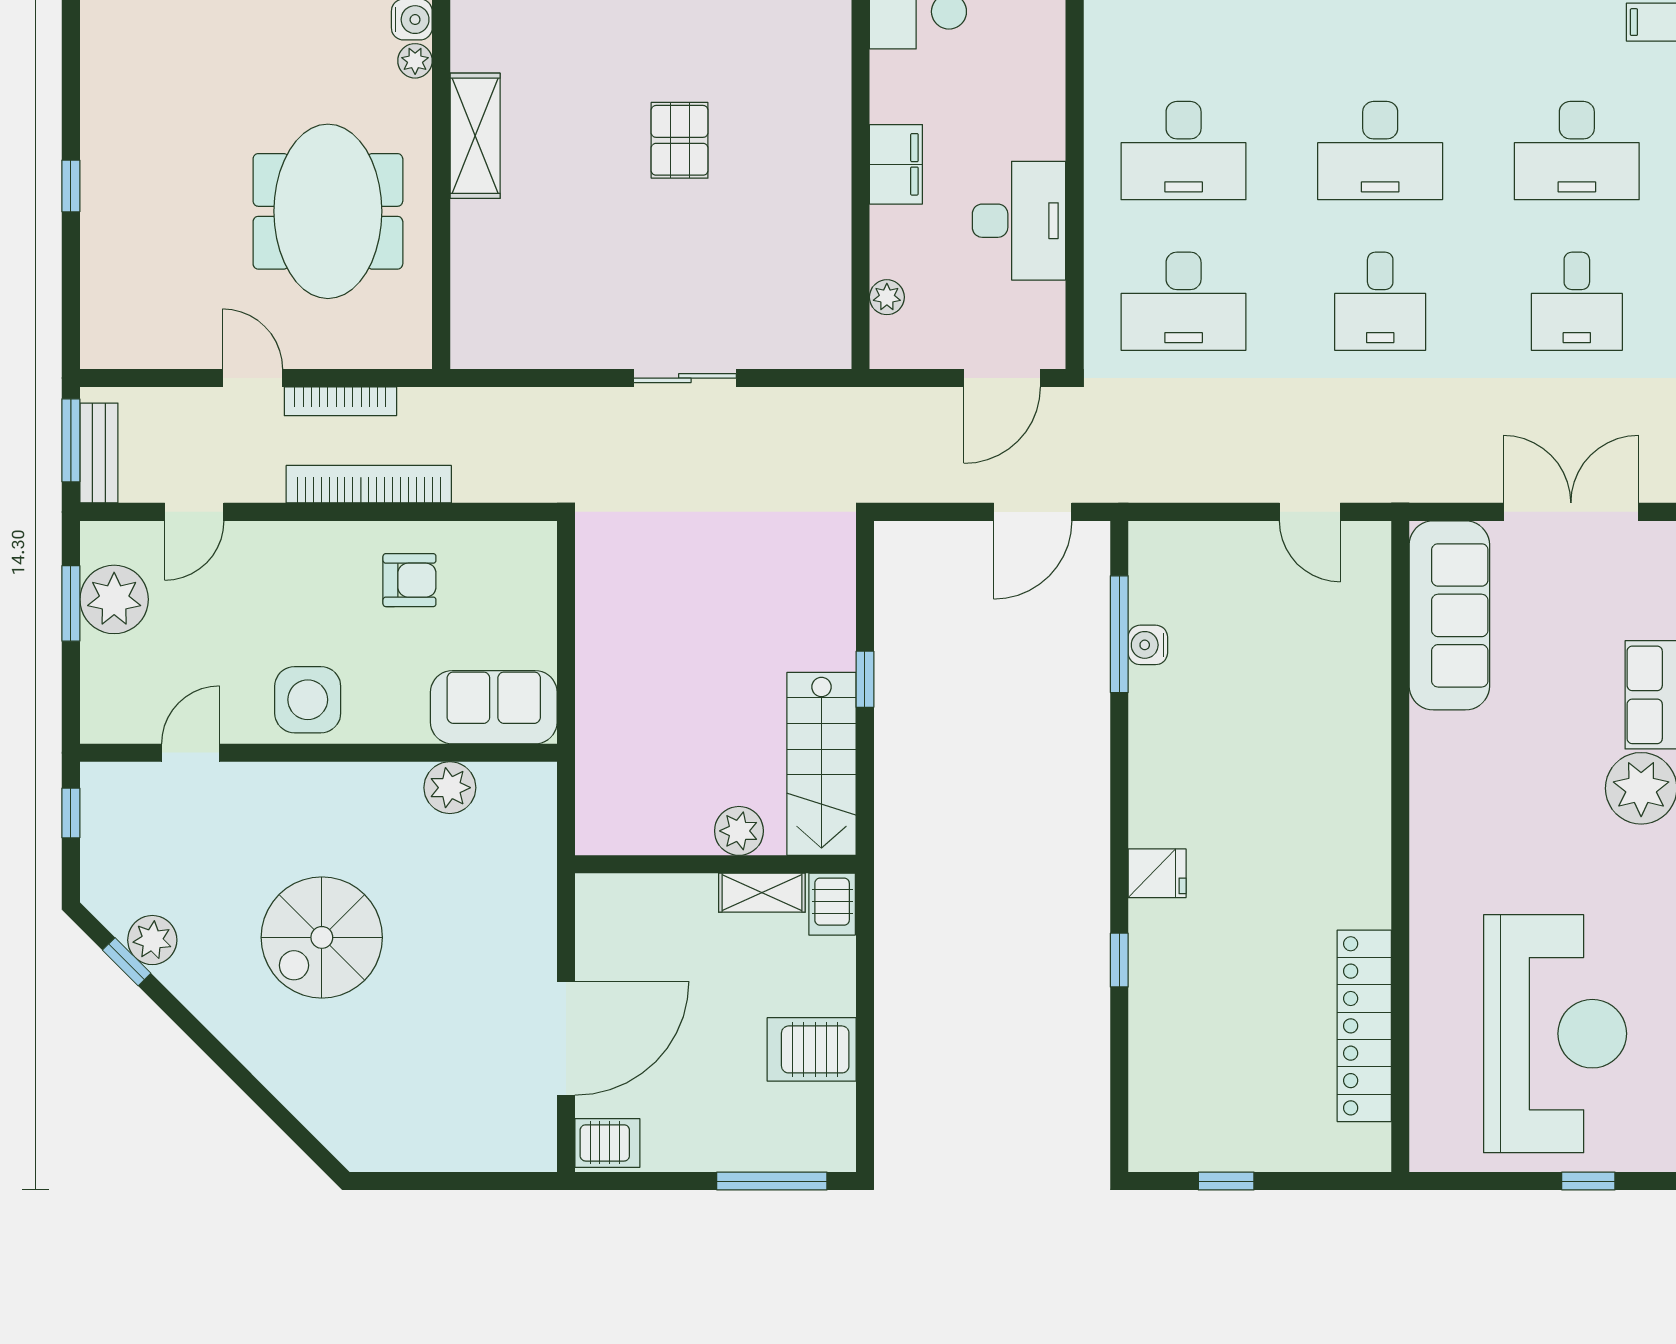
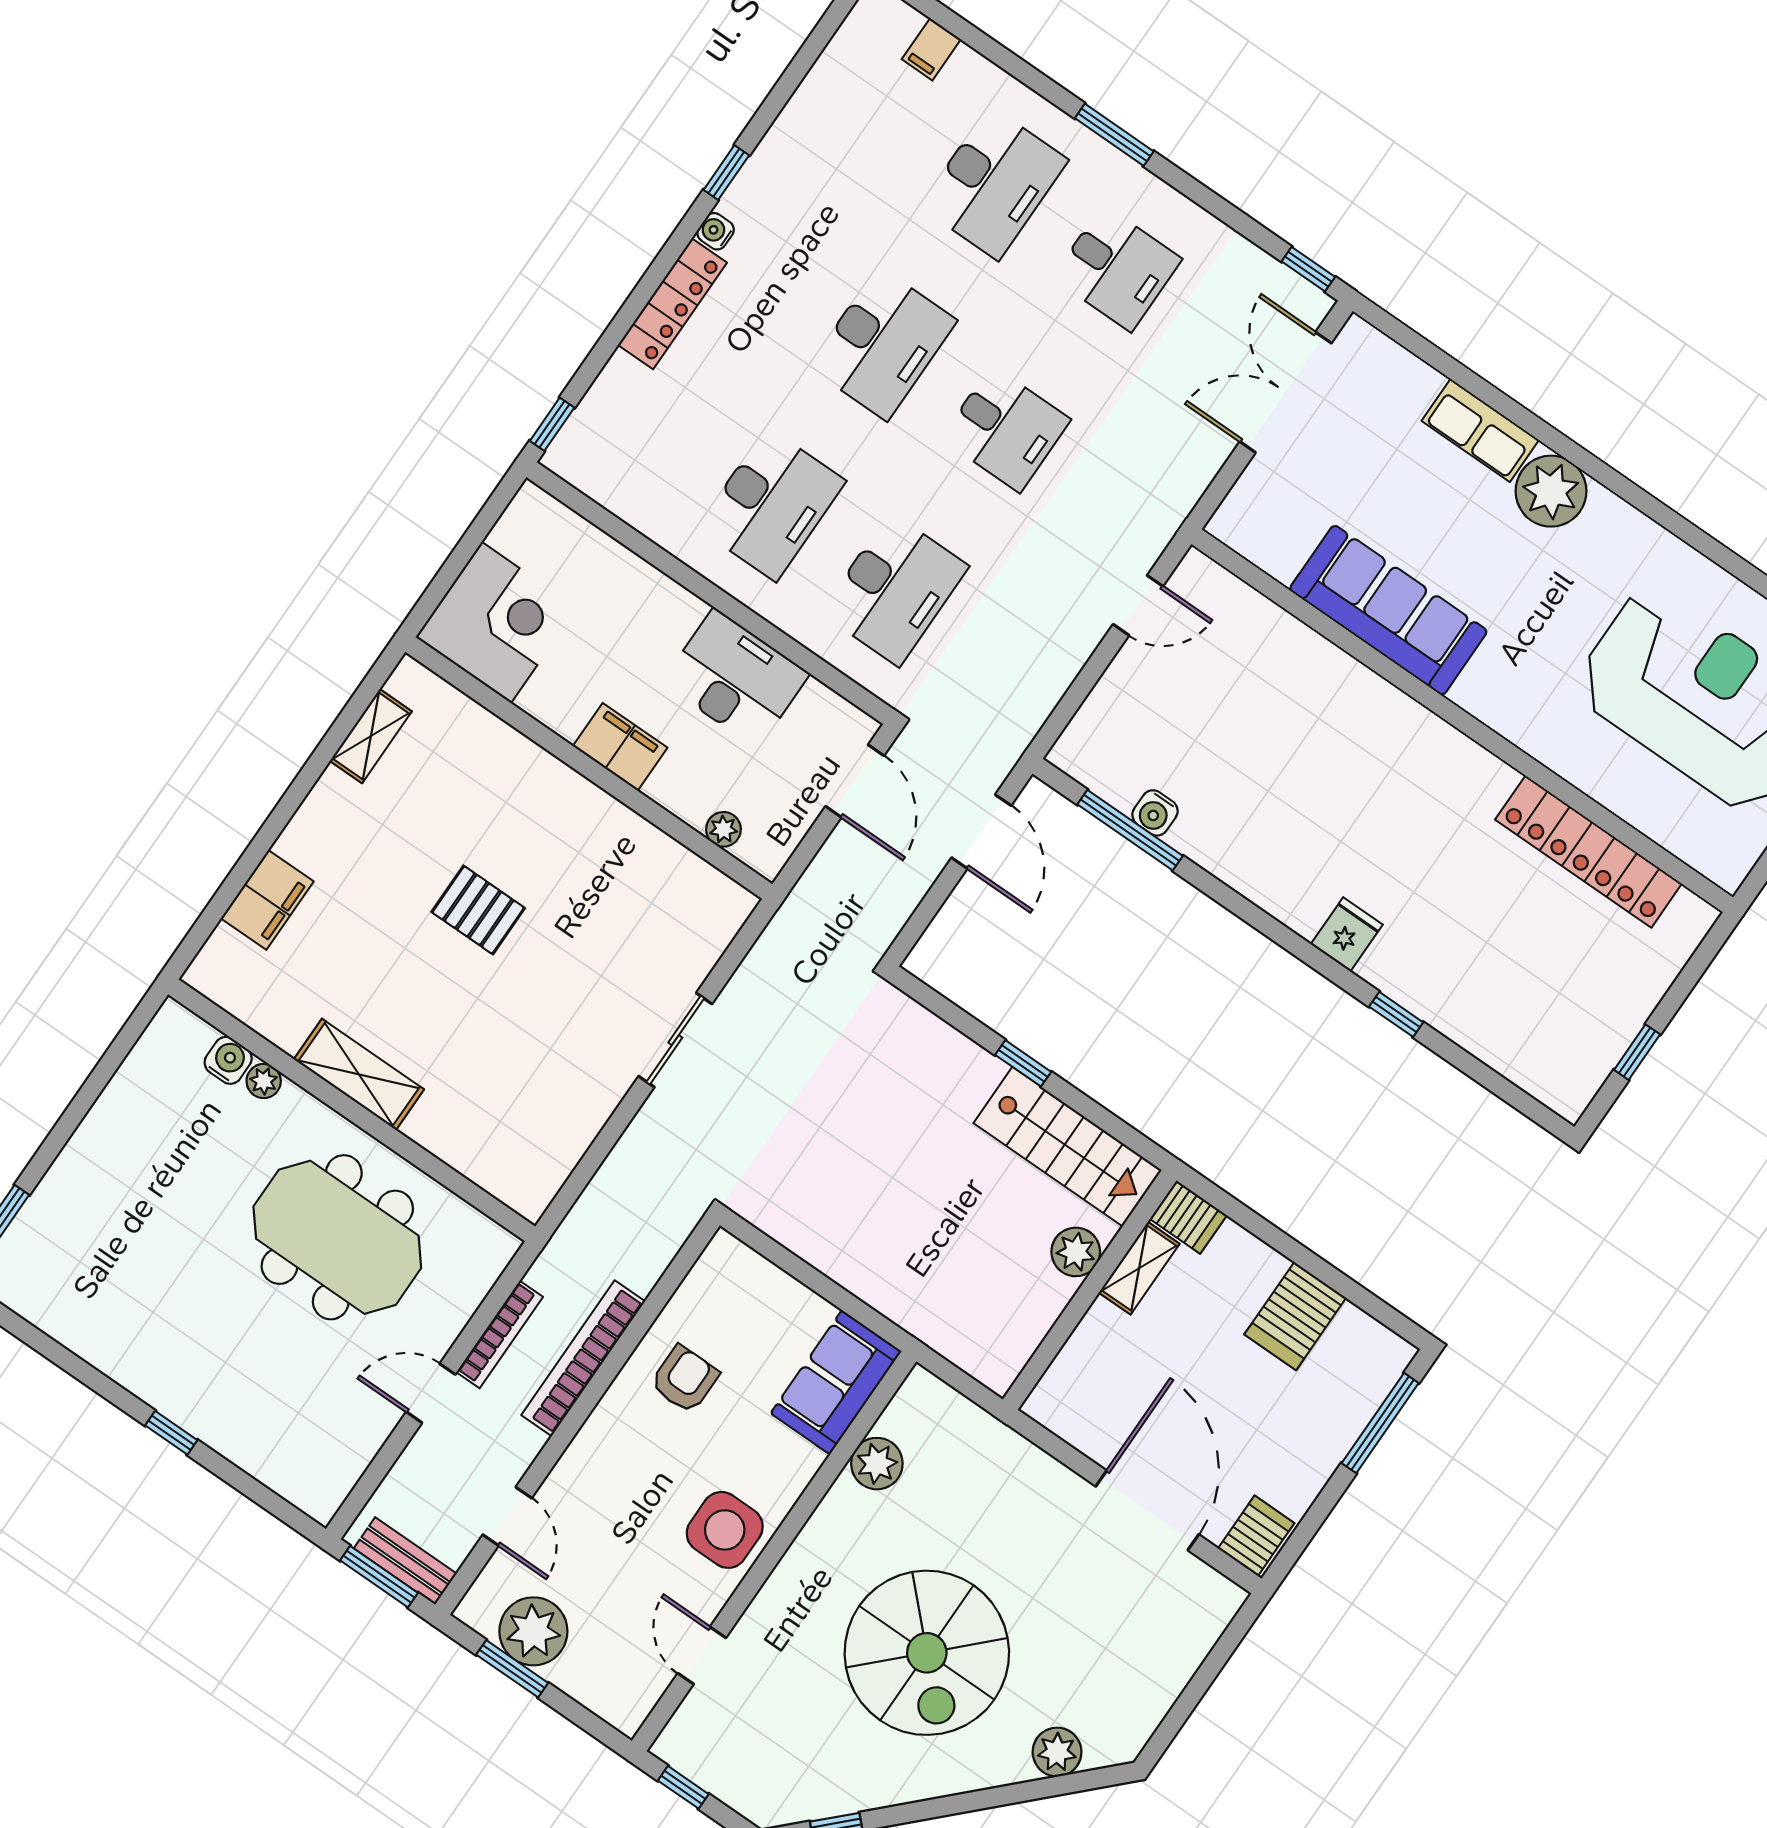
sofa: (1449, 615) -> (1388, 610), moved
spiral stairs: (322, 937) -> (927, 1653), width x1.37, depth x1.37
plant: (152, 940) -> (1057, 1752), moved

